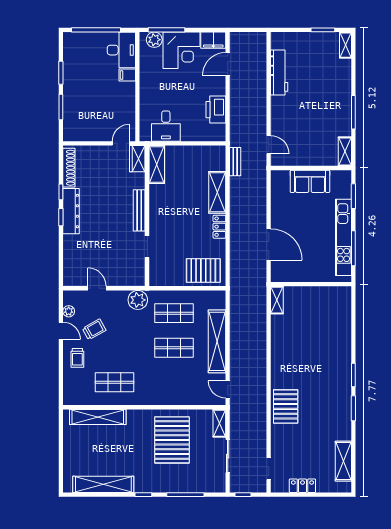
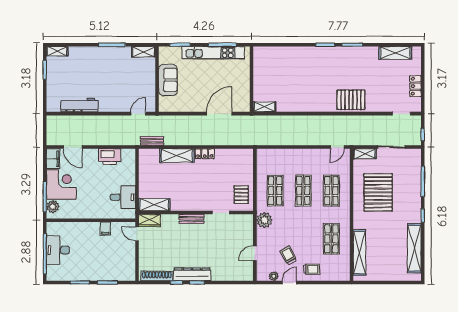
desk: (121, 50) -> (58, 250), moved, turned -90
filing cabinet: (127, 75) -> (105, 229), moved
bench: (139, 210) -> (191, 219), width x0.73
pallet: (203, 270) -> (241, 195), moved, width x0.67, depth x0.71
shelving: (217, 341) -> (298, 156), removed
shop shelf: (174, 382) -> (331, 191), added
pallet: (172, 440) -> (378, 192), turned 90

